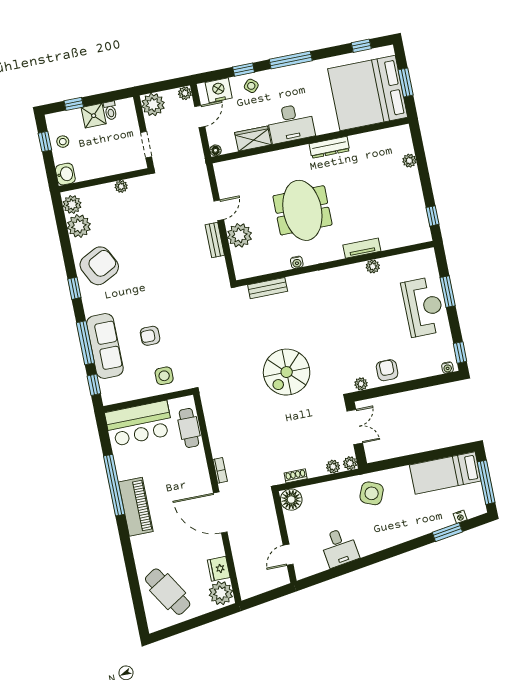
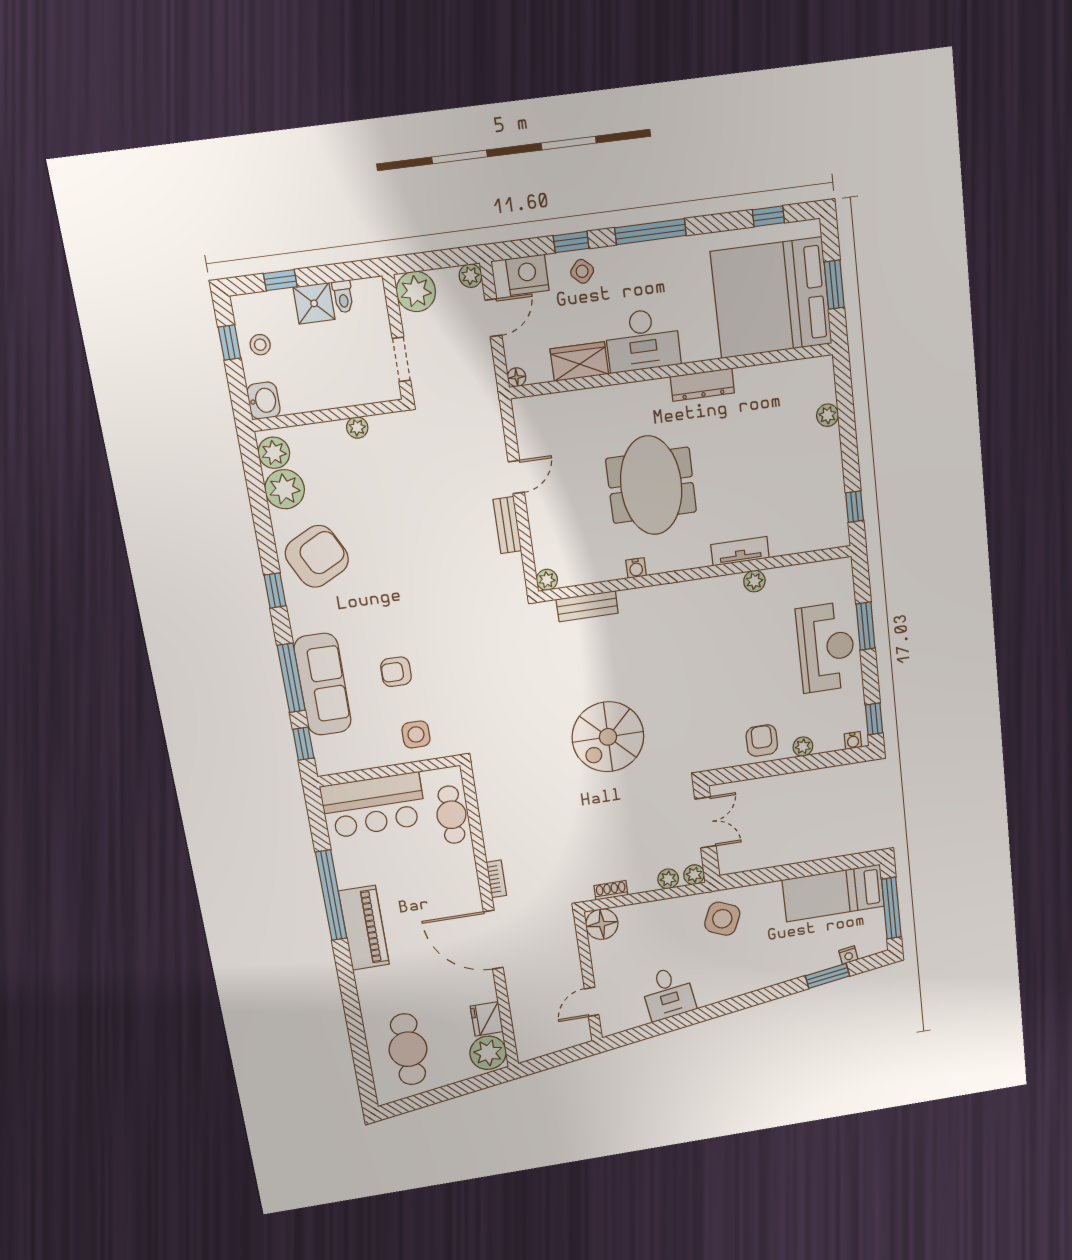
plant: (240, 235) -> (547, 580), moved, width x0.53, depth x0.53
plant: (361, 384) -> (803, 747), moved
cafe table: (168, 592) -> (408, 1049), turned 32

